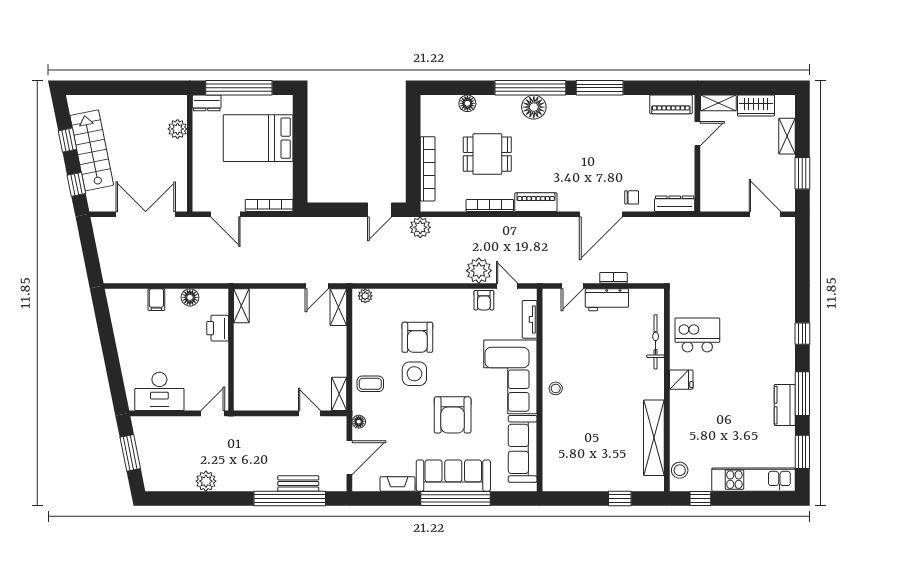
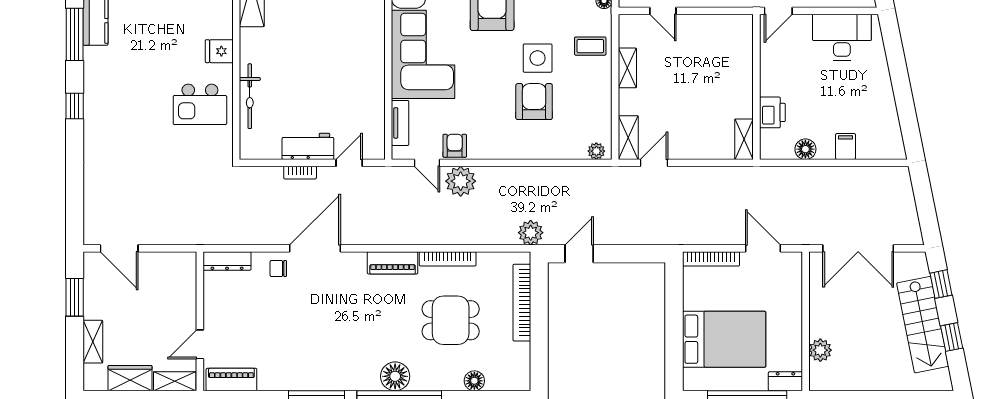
stool: (556, 388) -> (369, 41), removed
shelving: (339, 394) -> (627, 68), moved

